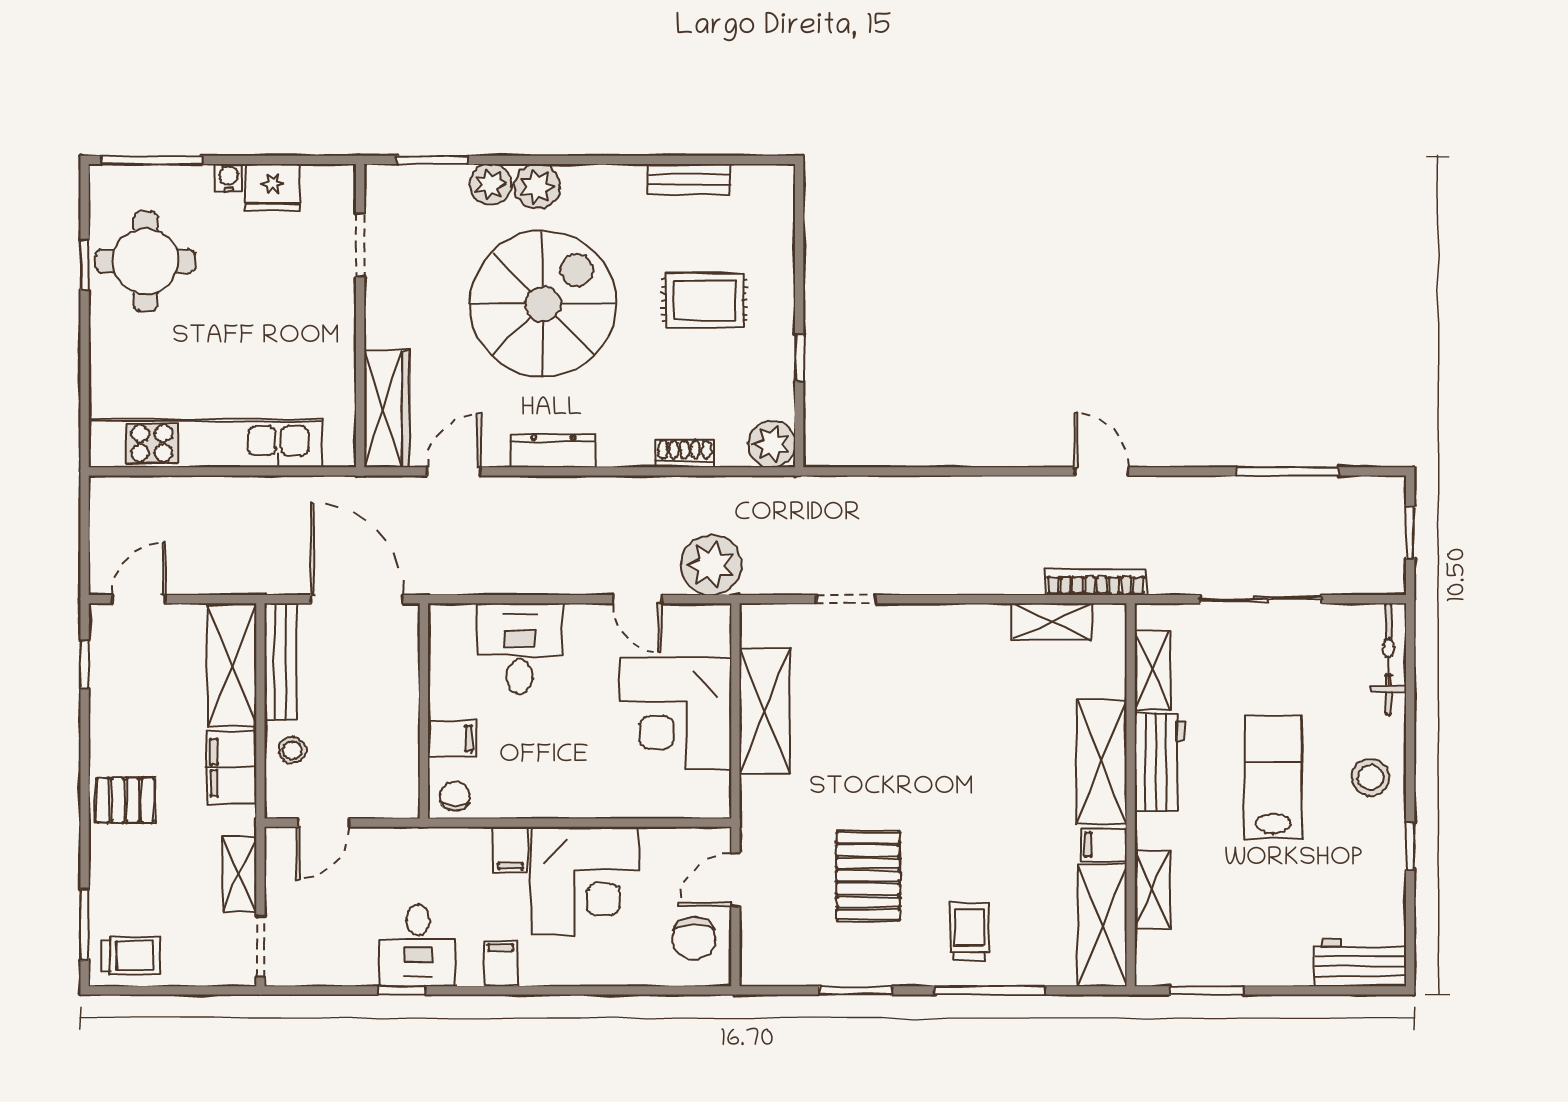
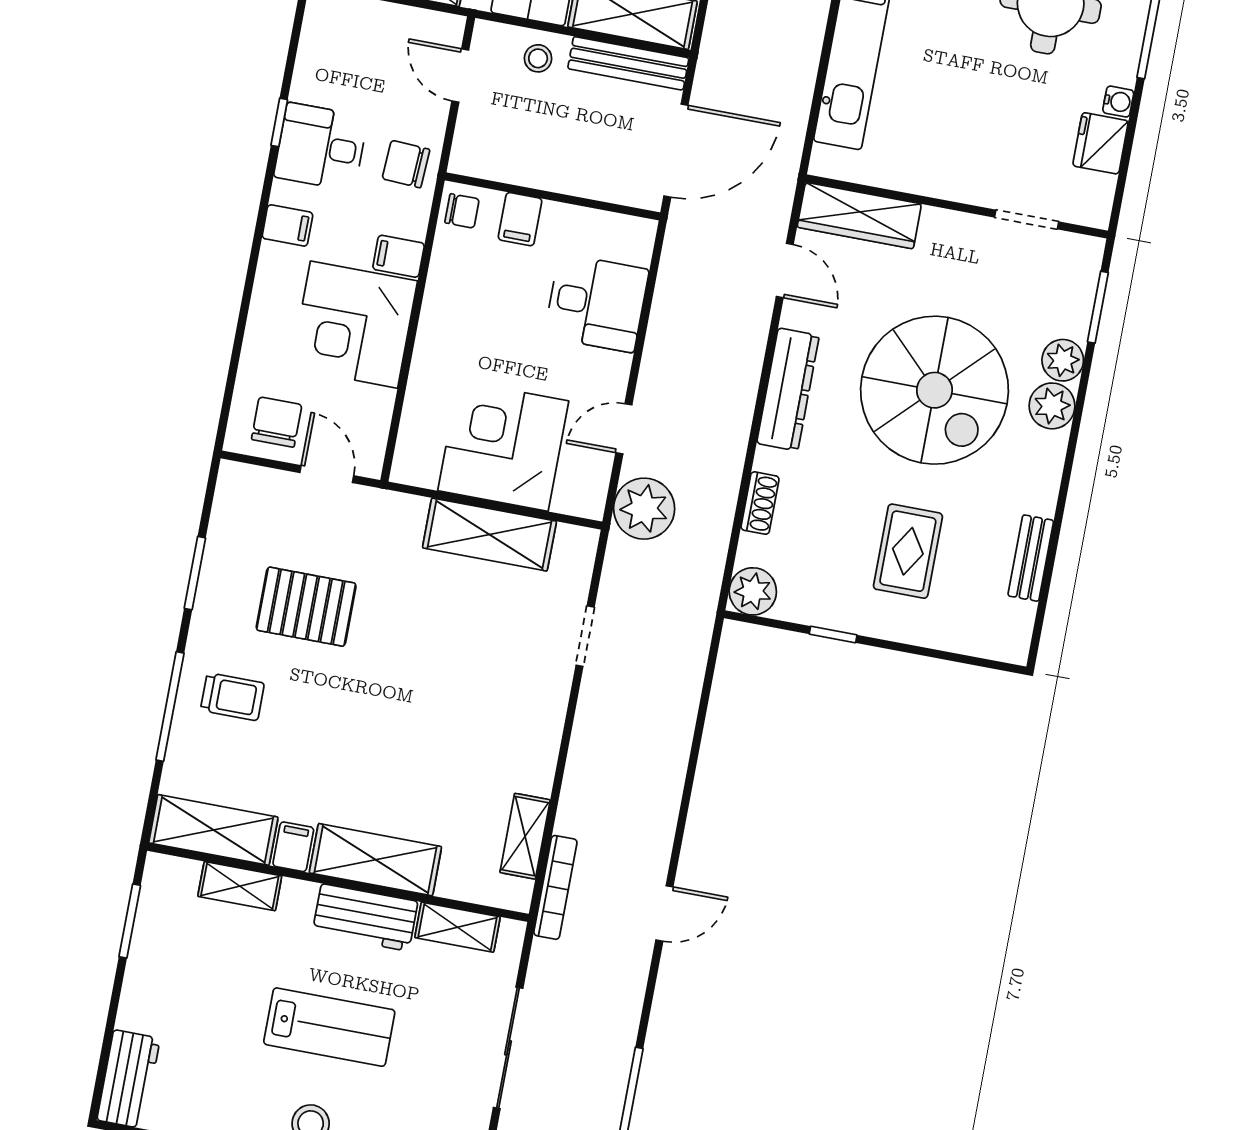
dresser: (553, 451) -> (788, 389), width x1.37, depth x1.24
chair: (419, 859) -> (406, 164), added
chair: (694, 938) -> (277, 422), turned 92

